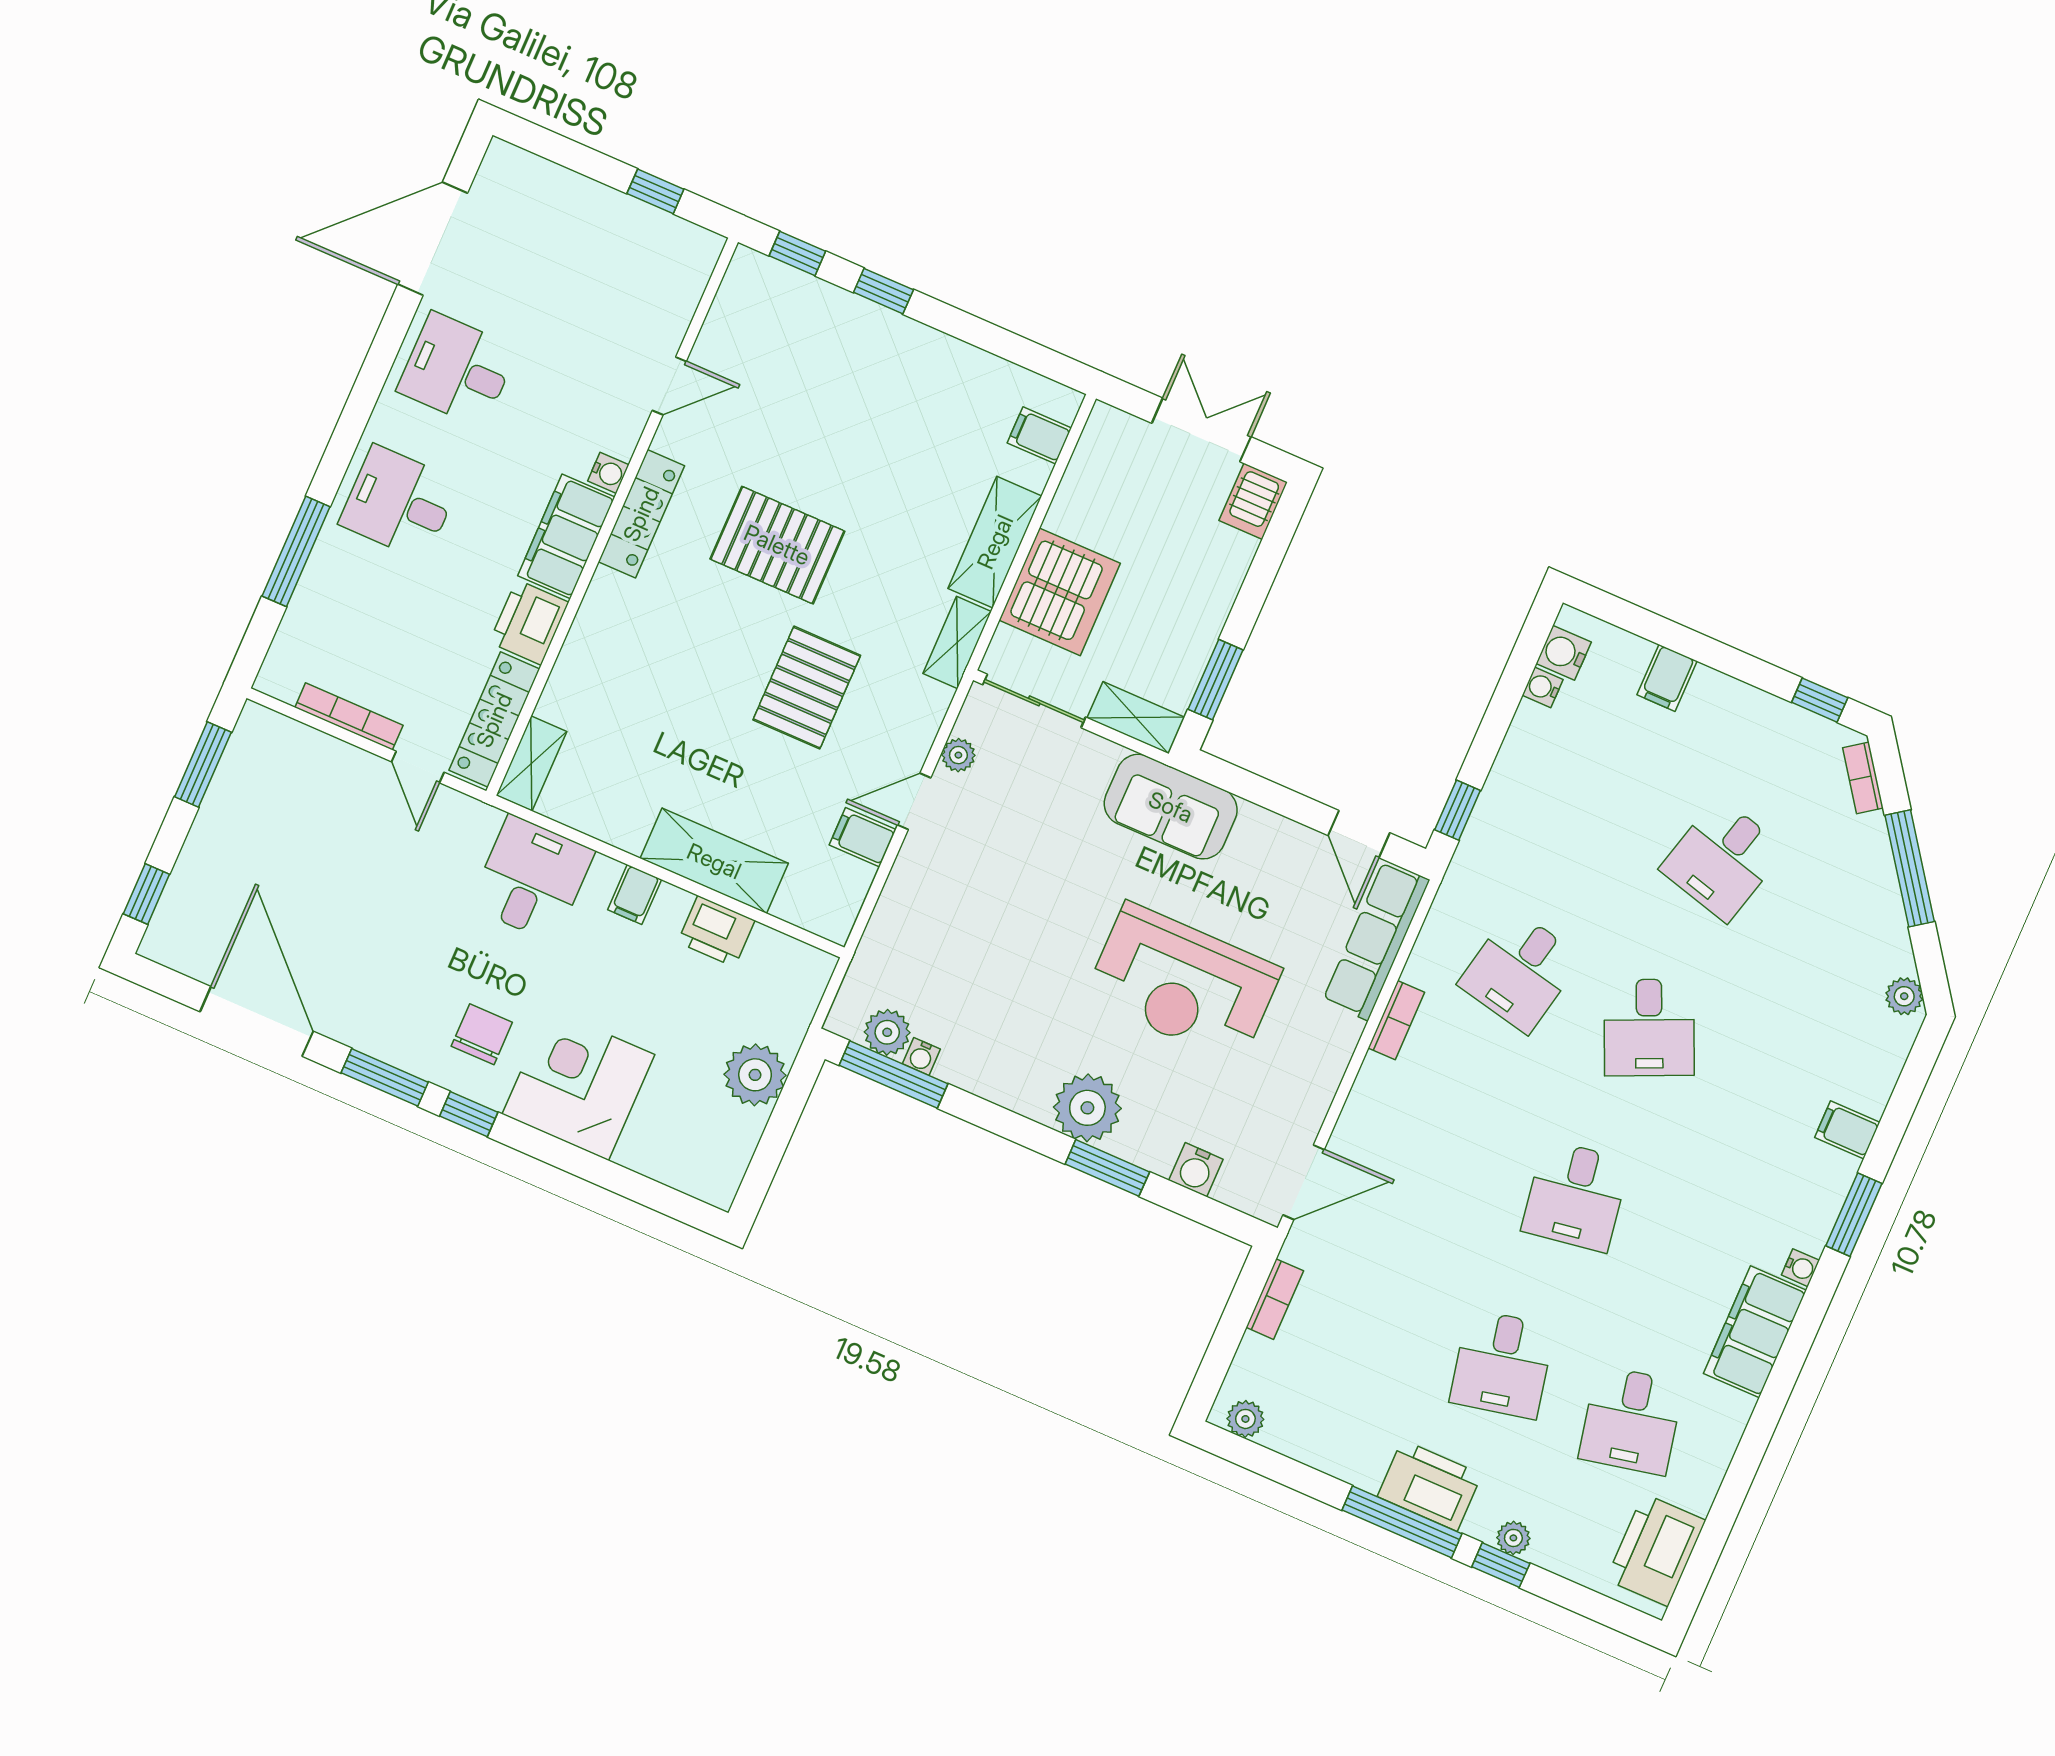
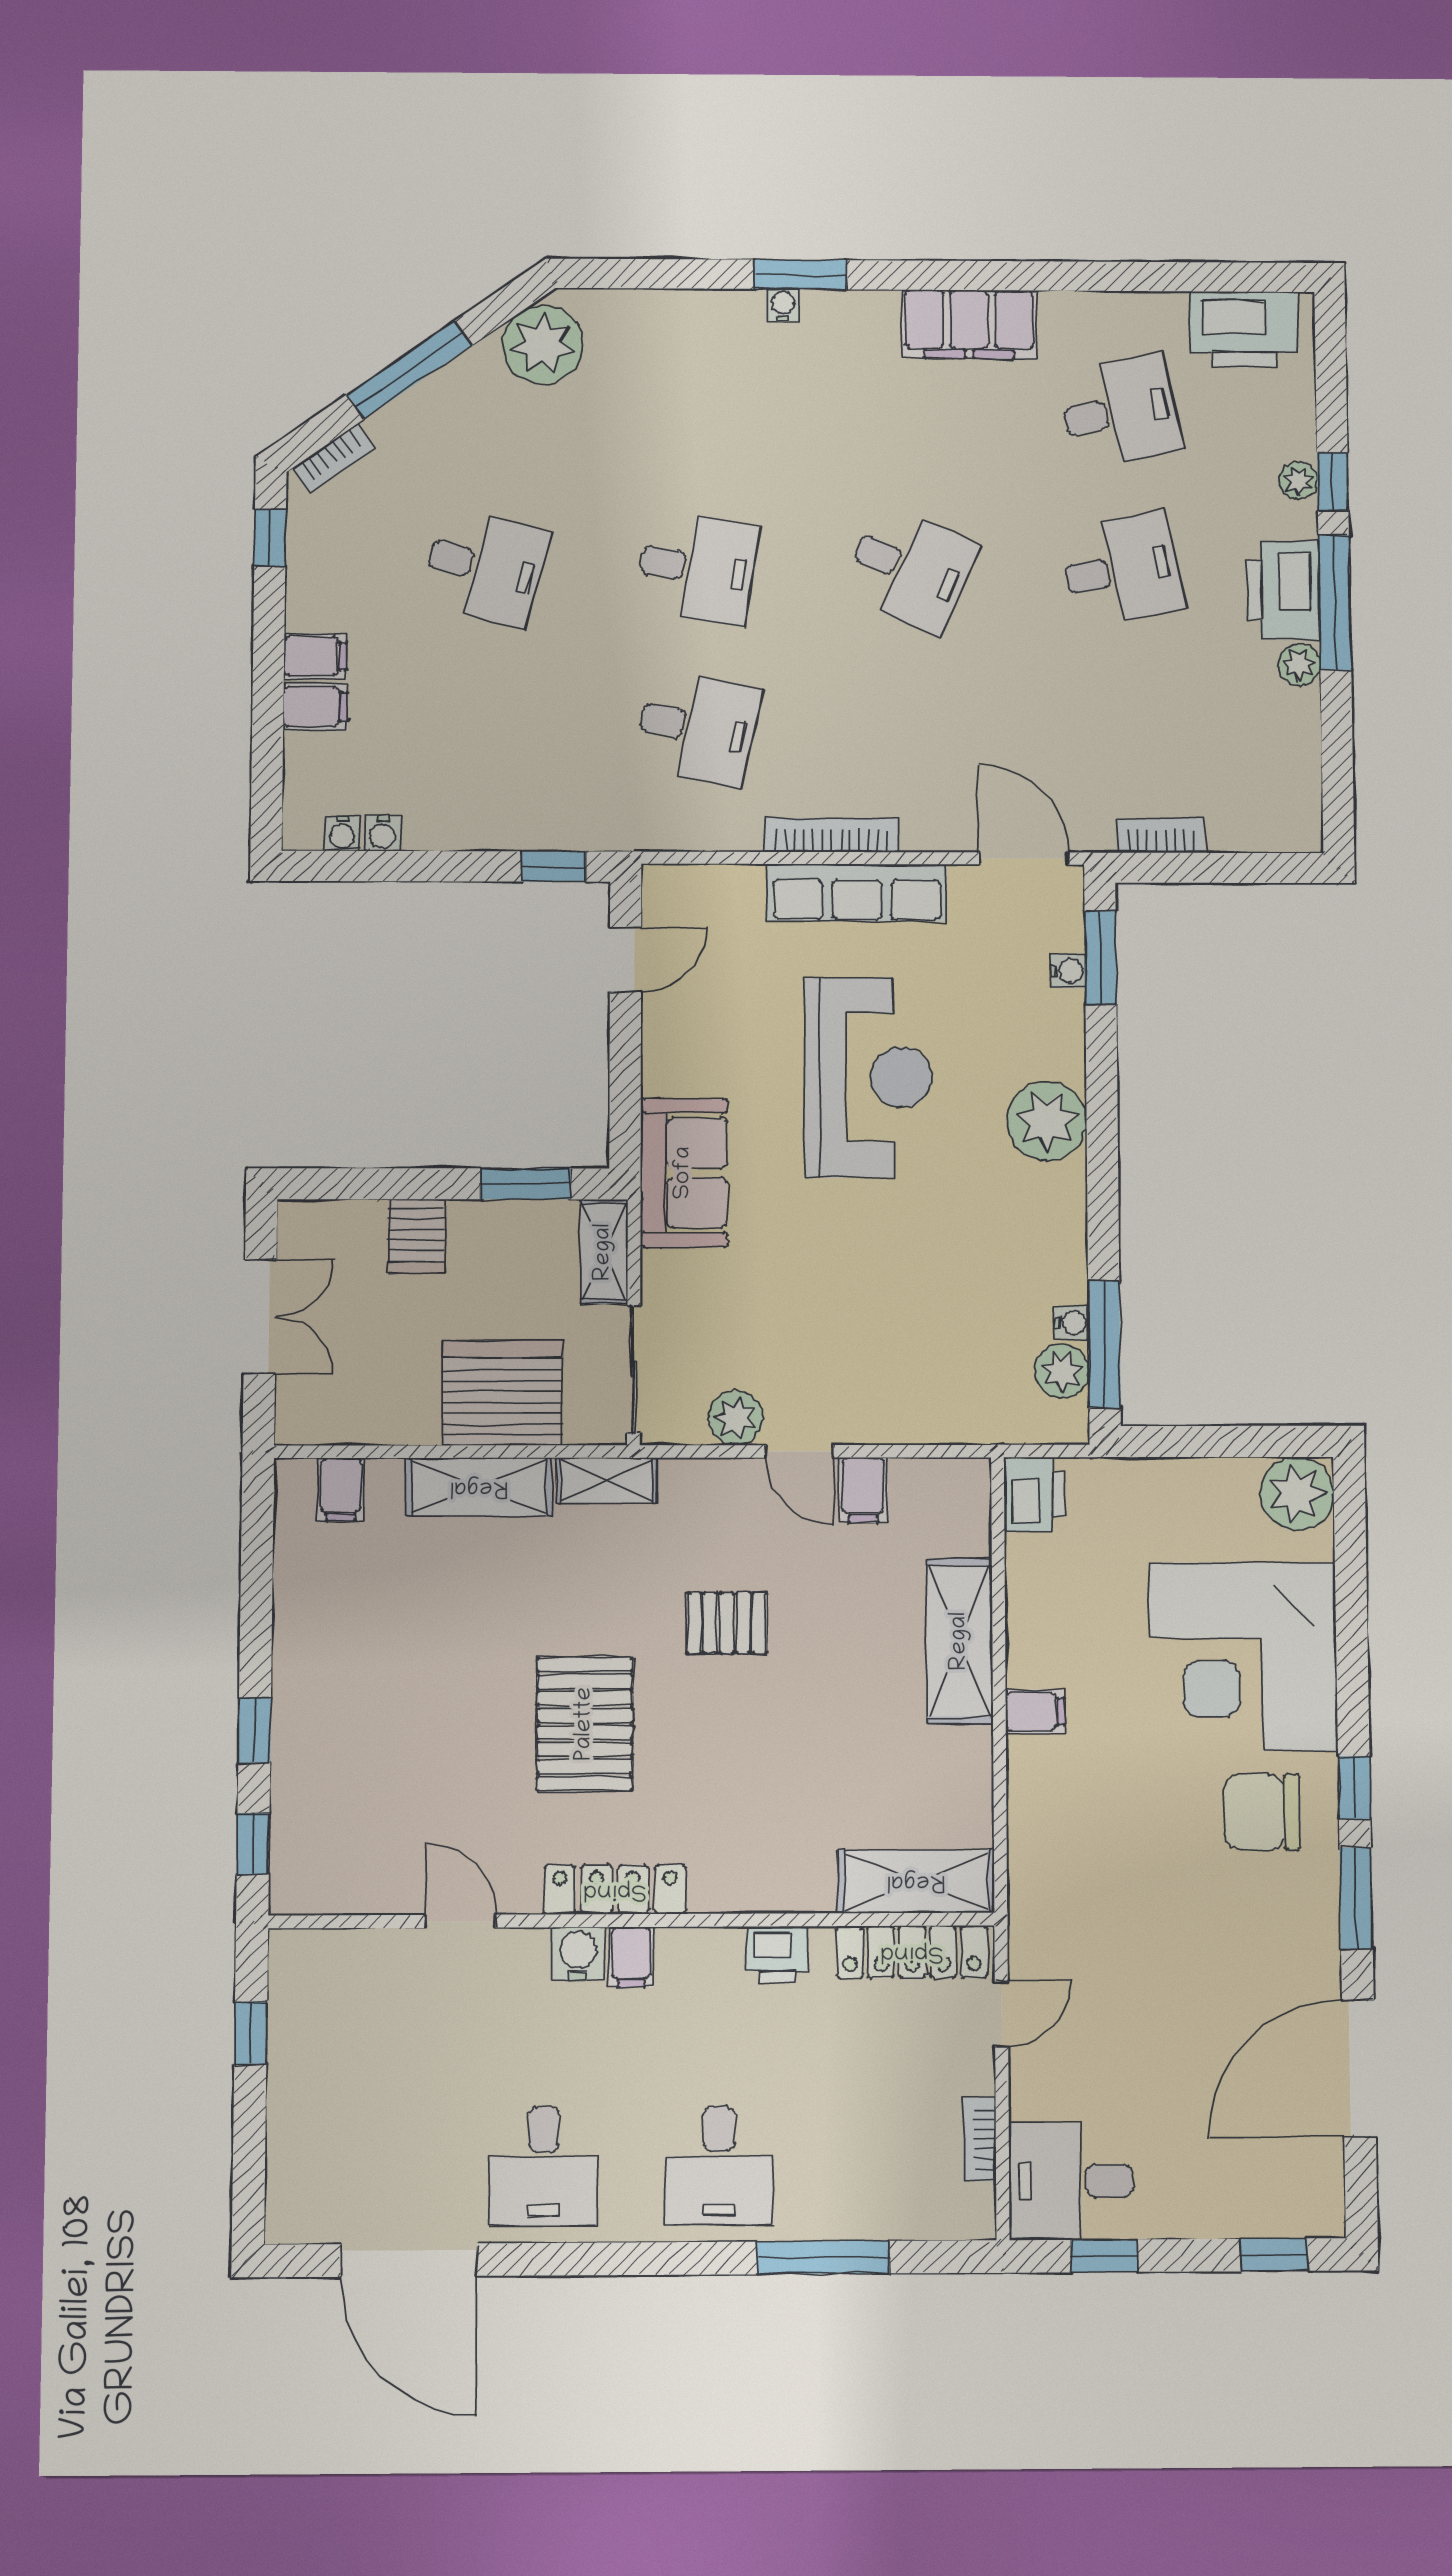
double door: (1201, 430) -> (260, 1317), swing flipped
water cooler: (608, 473) -> (578, 1954), width x1.38, depth x1.38
server rack: (1253, 501) -> (416, 1236), moved, turned 90
filing cabinet: (566, 536) -> (631, 1957), width x0.33, depth x0.86
printer: (529, 622) -> (777, 1954), width x0.73, depth x0.81
water cooler: (1564, 653) -> (342, 833), width x0.72, depth x0.72
pallet: (807, 688) -> (727, 1623), width x0.67, depth x0.71
bookcase: (349, 716) -> (980, 2139), width x0.64
plant: (958, 755) -> (736, 1418), width x1.38, depth x1.38
shelving: (531, 763) -> (916, 1881), width x1.50, depth x1.33
window: (203, 764) -> (1104, 2256), width x0.67
desk: (532, 879) -> (1071, 2181), moved
printer: (716, 931) -> (1035, 1494), moved
row of seats: (1376, 940) -> (857, 893), moved
plant: (1904, 996) -> (543, 345), width x1.87, depth x1.87
bookcase: (1396, 1020) -> (831, 835), width x1.56
desk: (1649, 1028) -> (697, 568), turned 33
chair: (482, 1034) -> (1261, 1812), width x1.37, depth x1.37
plant: (755, 1075) -> (1297, 1494), moved
corner desk: (578, 1084) -> (1243, 1657), width x1.36, depth x1.36
filing cabinet: (1847, 1130) -> (315, 656), moved, turned -90
window: (1107, 1168) -> (1101, 958), moved
water cooler: (1196, 1170) -> (1068, 971), width x0.72, depth x0.72
desk: (1576, 1196) -> (910, 569), turned 33
water cooler: (1800, 1268) -> (783, 305), moved
plant: (1245, 1419) -> (1299, 664), moved

